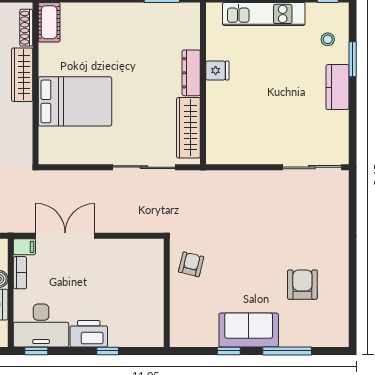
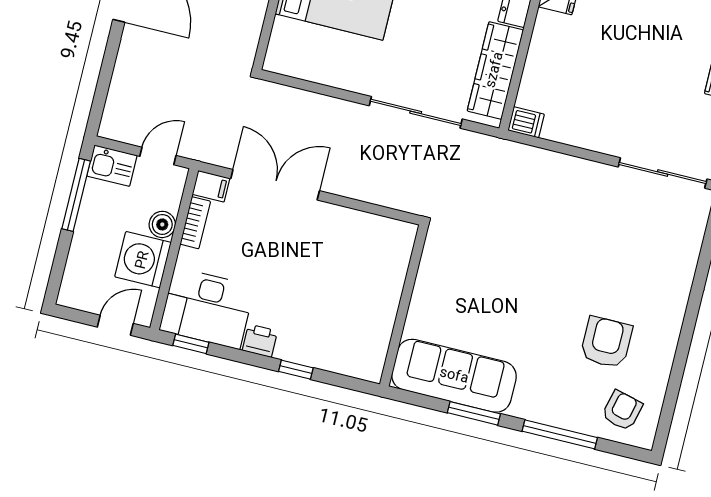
dishwasher: (216, 156) -> (526, 122), added
armchair: (191, 264) -> (622, 410), moved
sofa: (249, 330) -> (454, 376), moved, width x1.36
printer: (89, 334) -> (260, 341), width x0.53, depth x0.68
window: (229, 351) -> (474, 413), width x1.50

